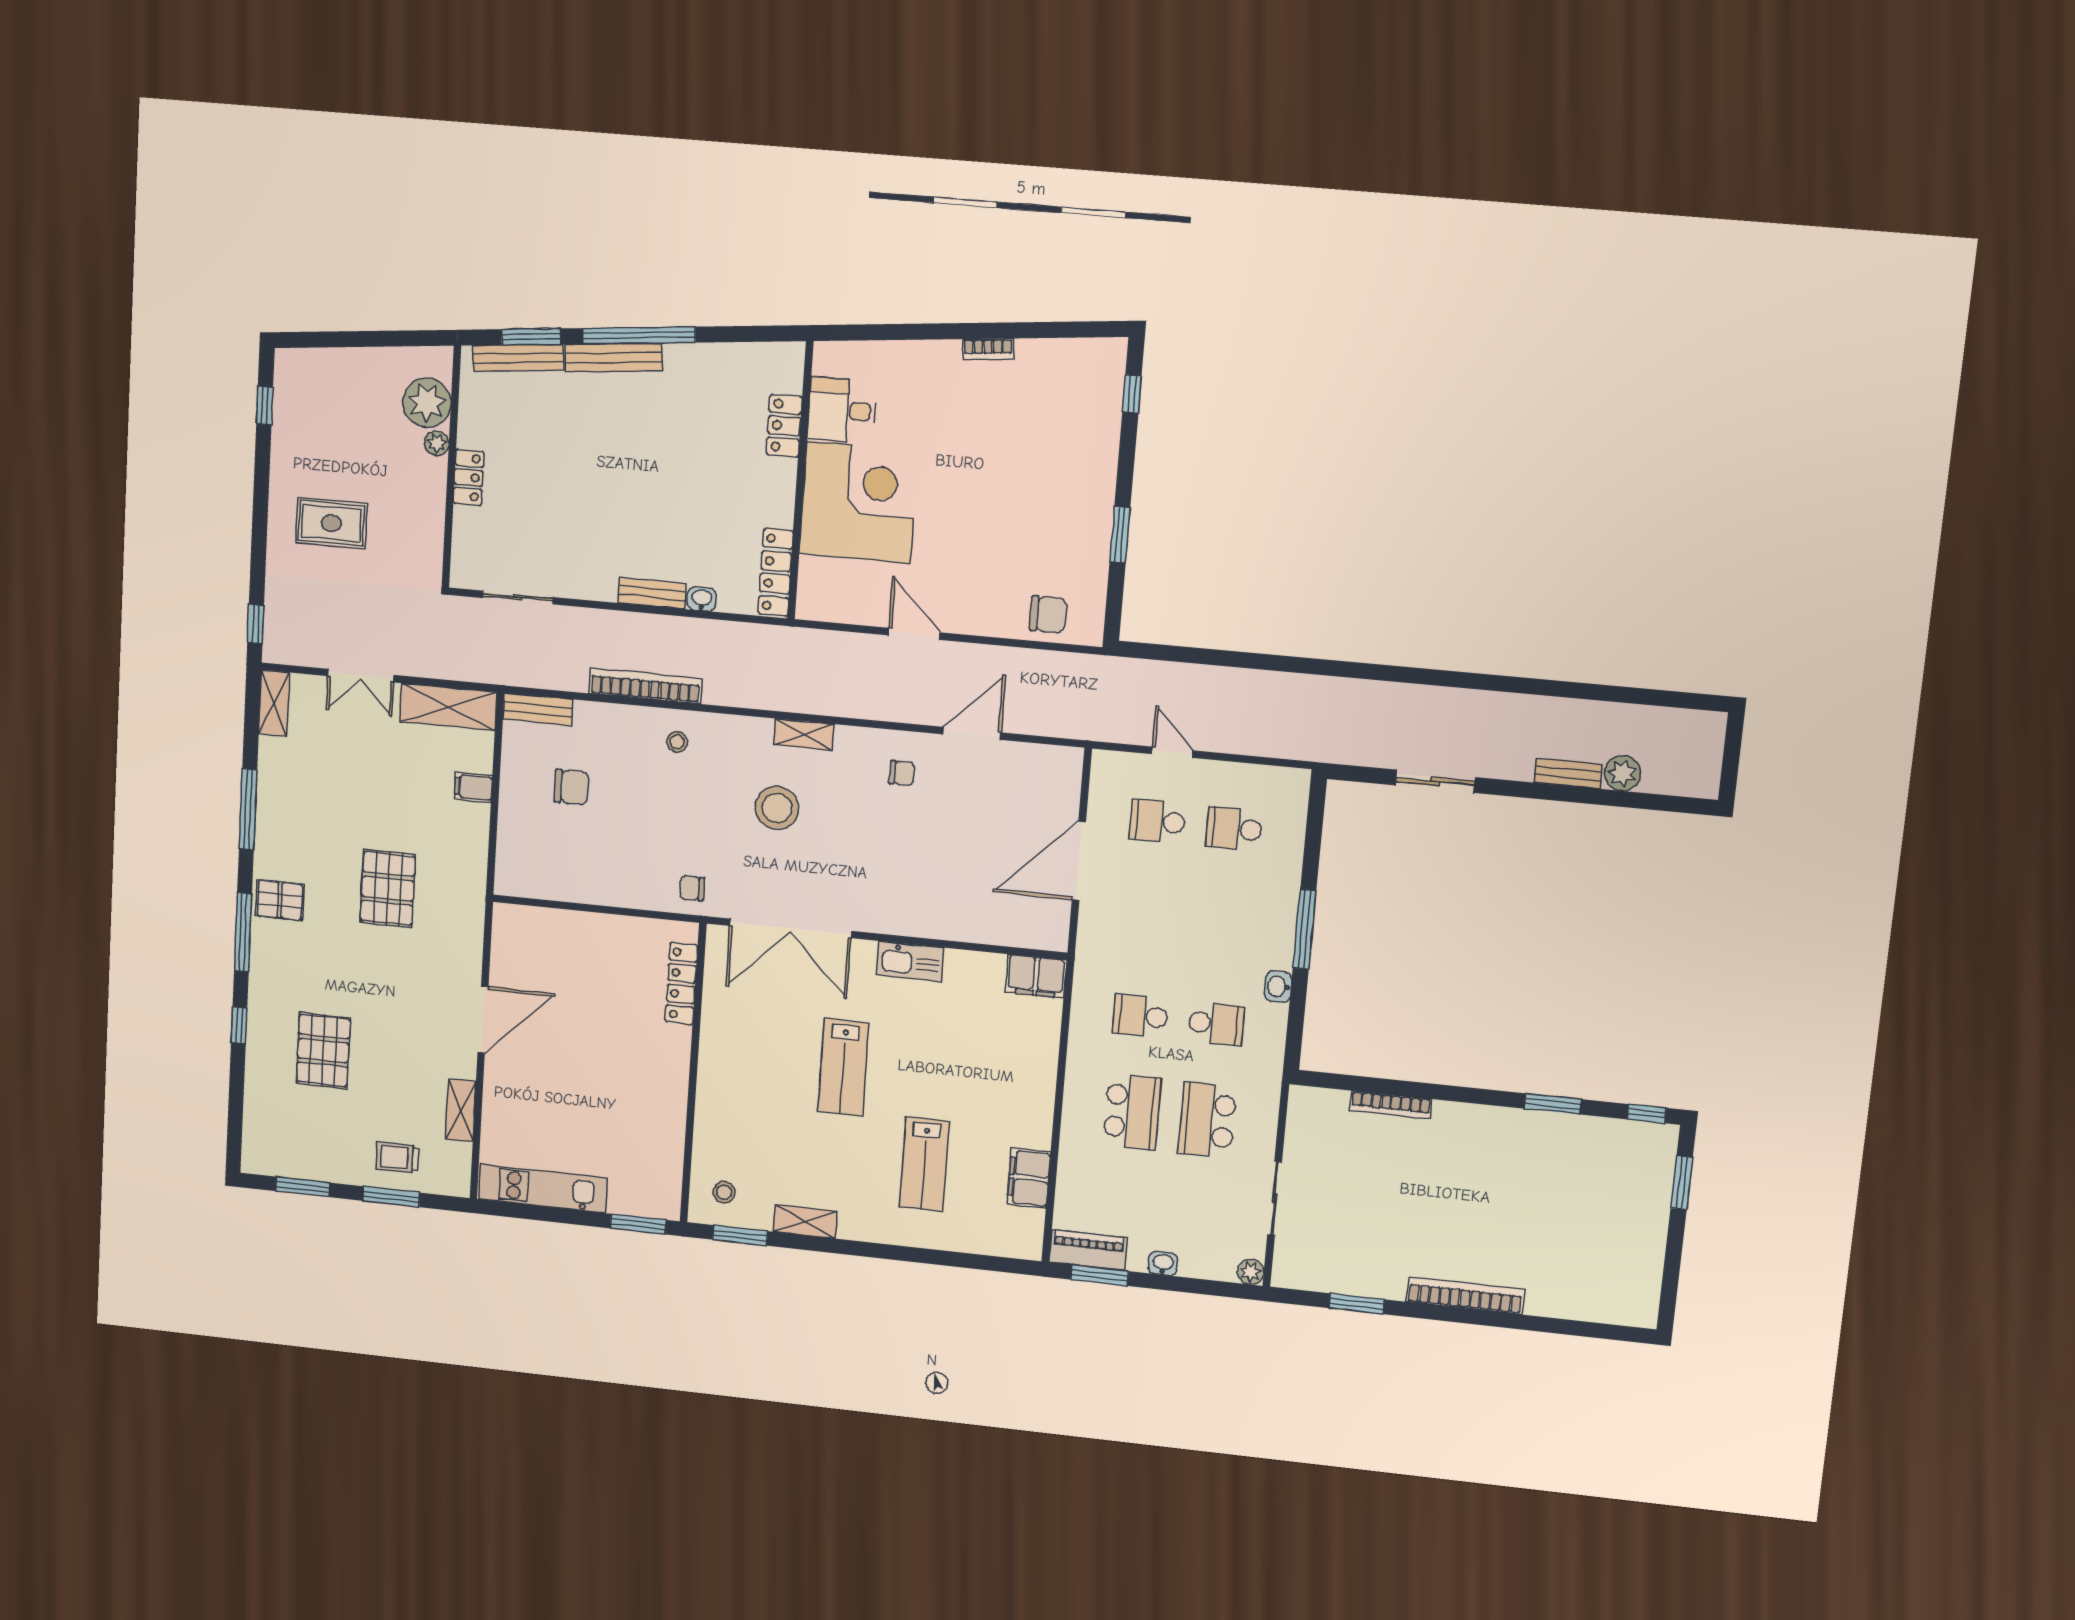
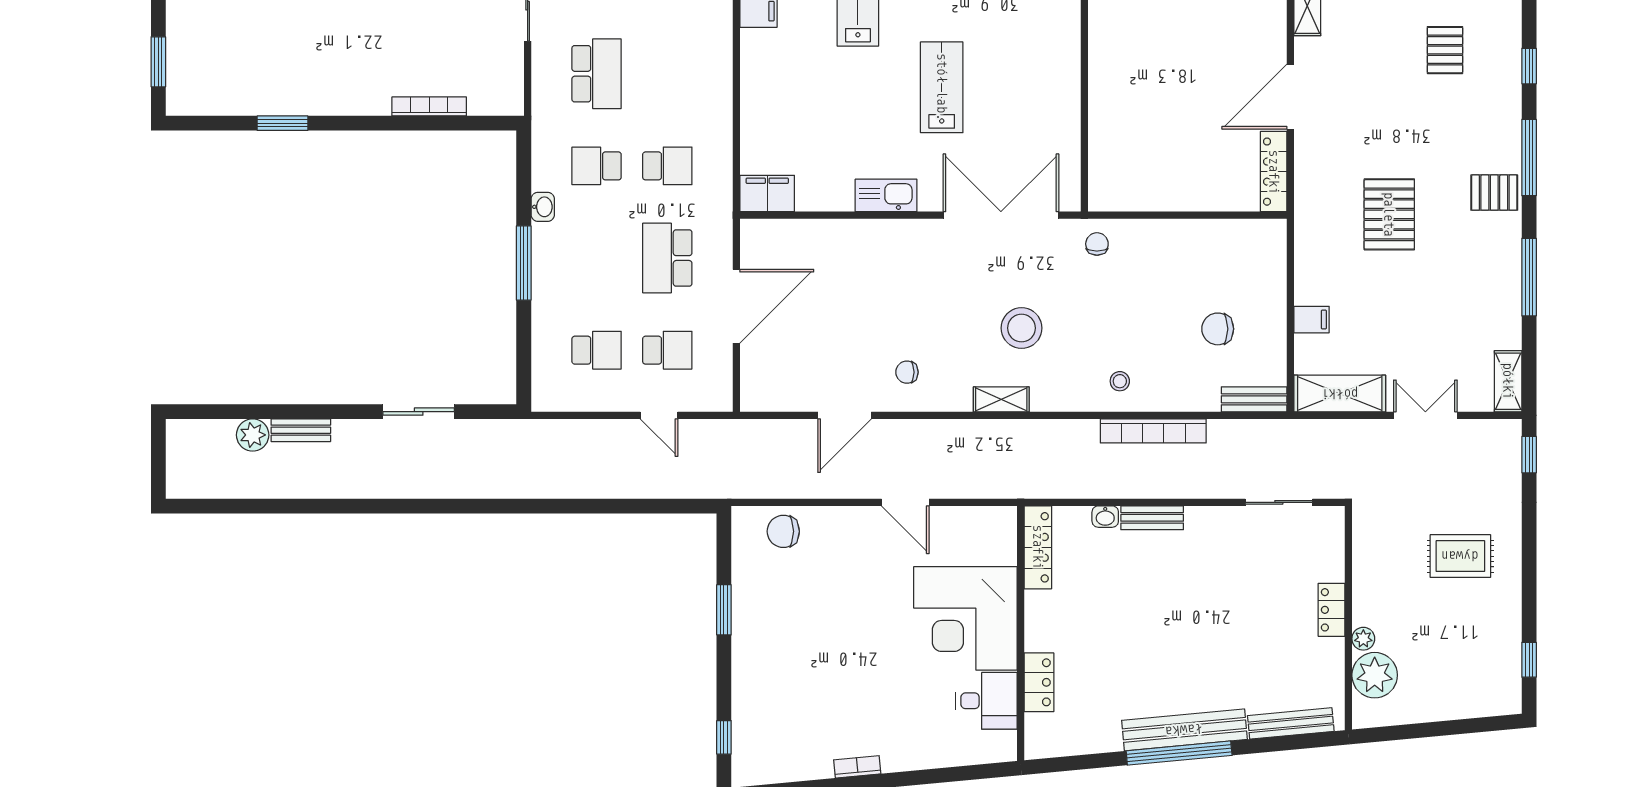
window: (531, 337) -> (1280, 744), removed
bench: (614, 358) -> (1184, 730), width x1.37, depth x1.21
chair: (692, 888) -> (1097, 244), turned -90
locker: (681, 984) -> (1274, 172), moved, turned 180
pallet: (323, 1050) -> (1445, 50), width x0.67, depth x0.71
school desk: (1132, 1112) -> (667, 258), moved
window: (1647, 1114) -> (197, 123), removed

